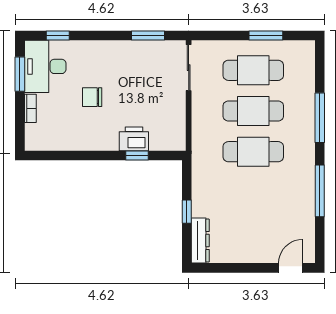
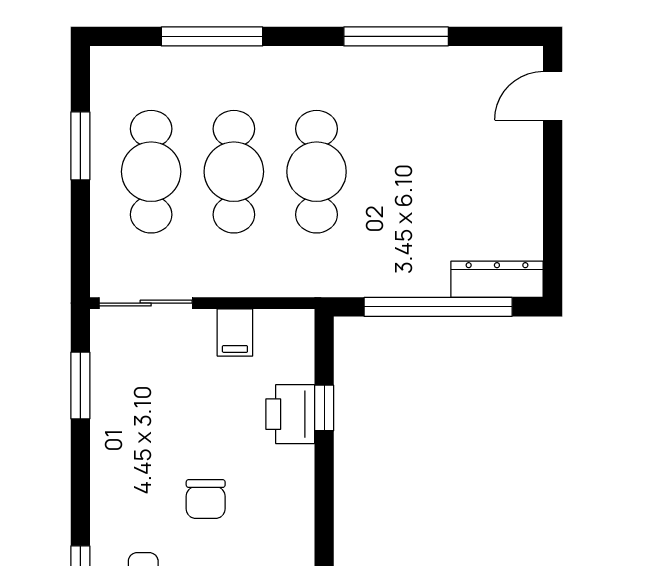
filing cabinet: (174, 112) -> (235, 332), added
window: (320, 118) -> (212, 36), moved
window: (187, 212) -> (438, 307), width x3.17
door: (291, 268) -> (553, 96), hinge flipped

